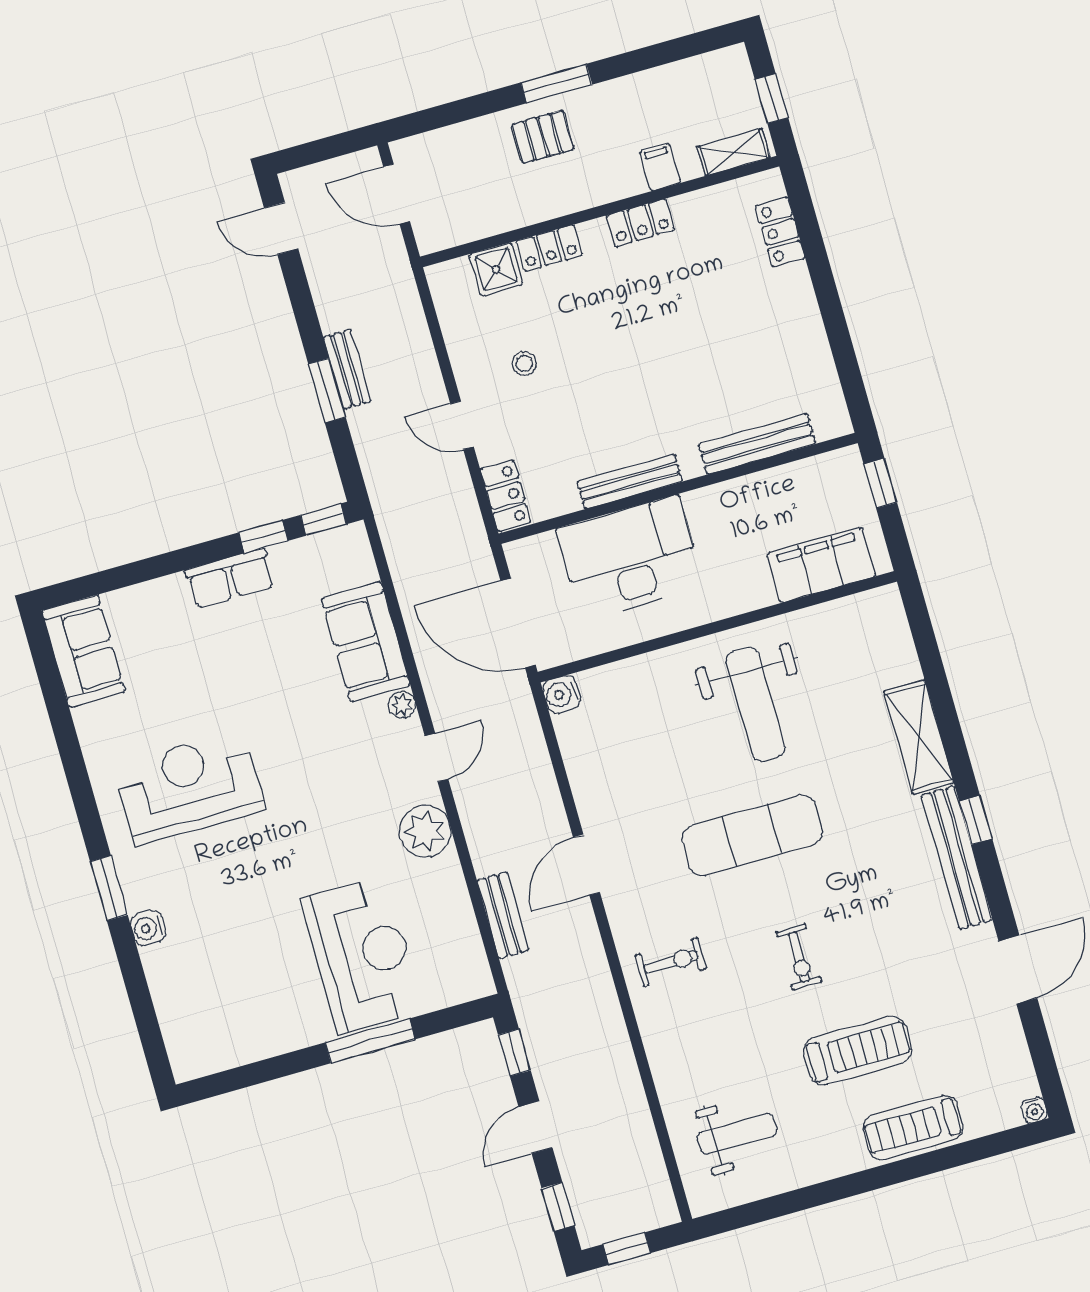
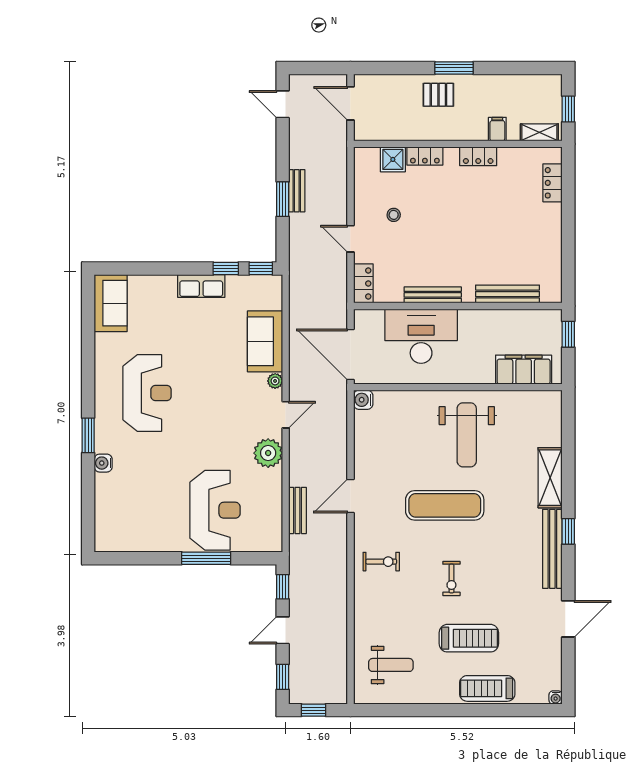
reception desk: (189, 787) -> (147, 393), turned 90

